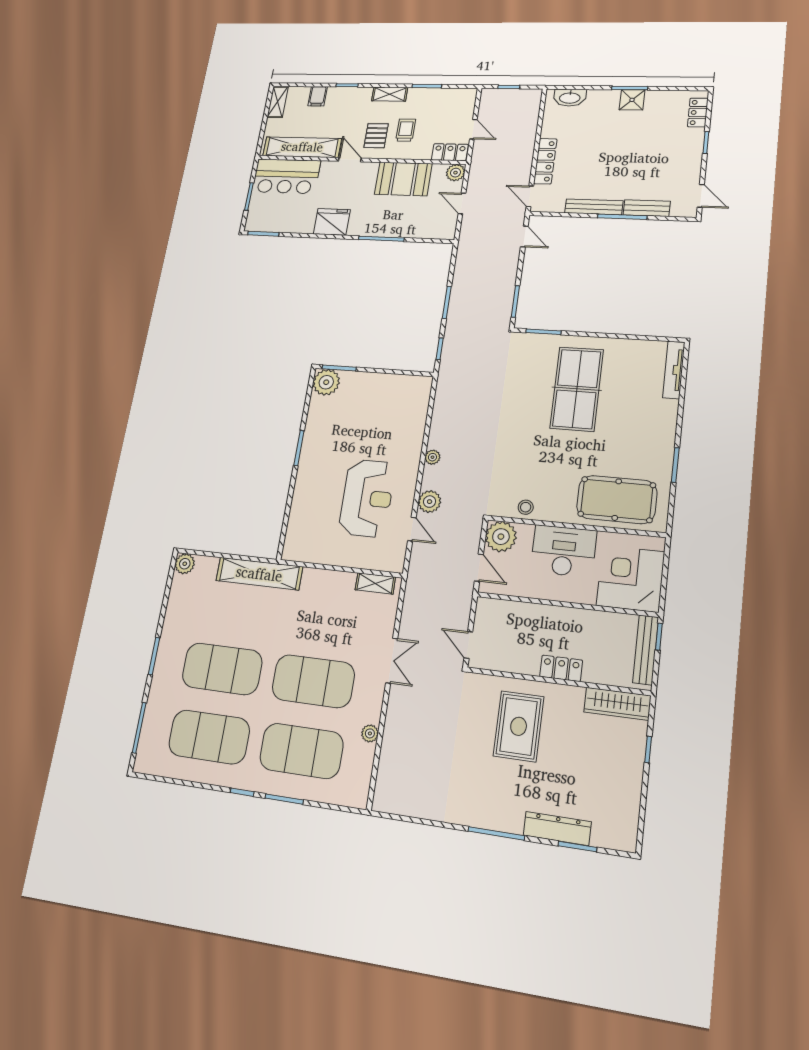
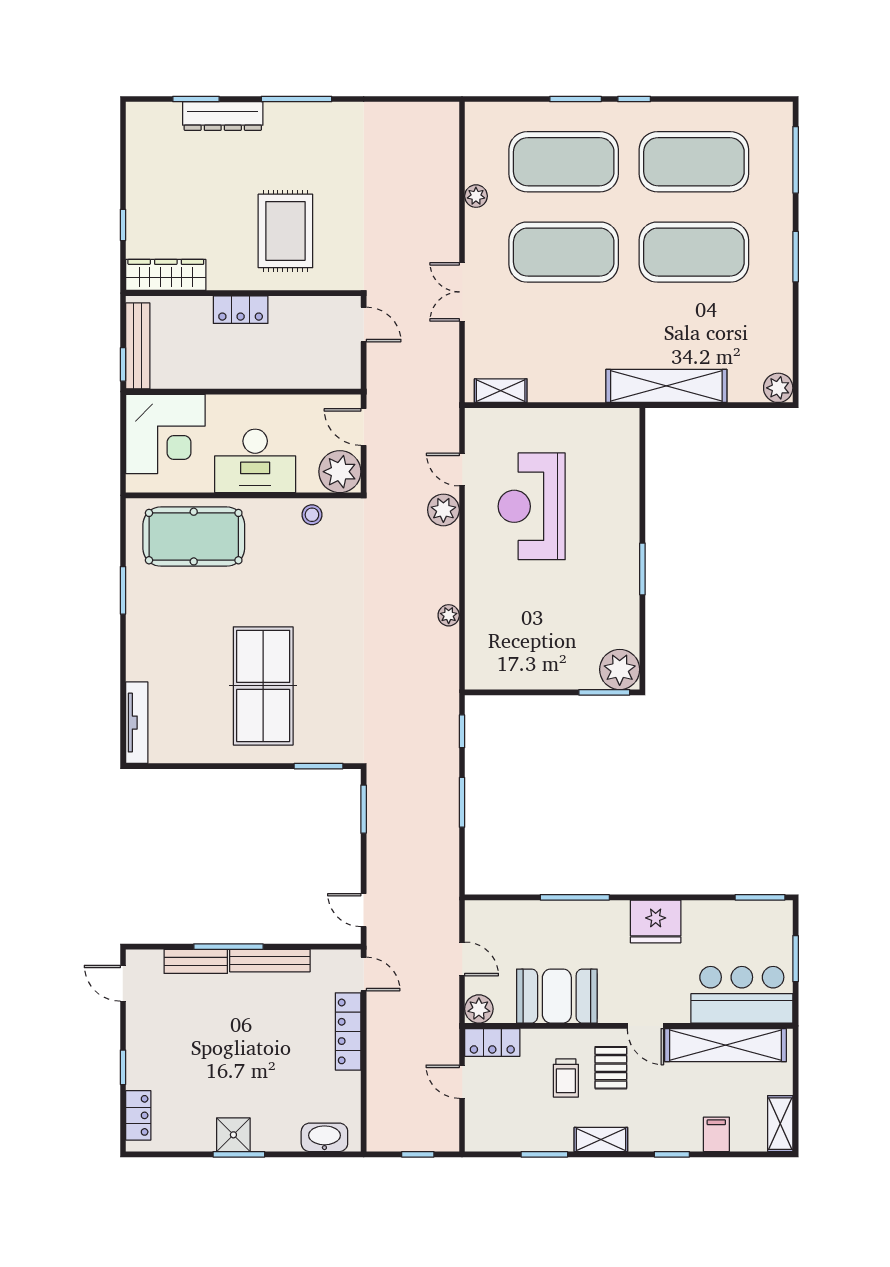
plant: (432, 457) -> (449, 615), moved

